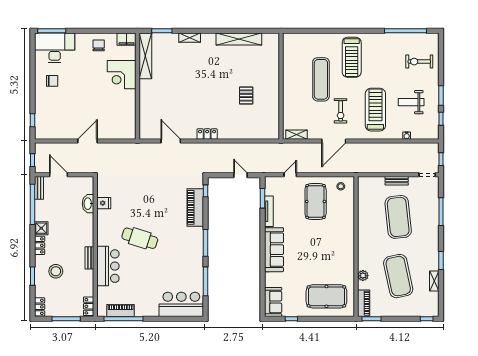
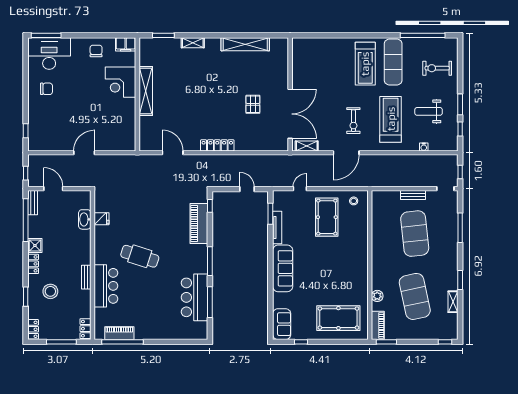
shelving: (145, 56) -> (146, 91), moved
exercise mat: (321, 79) -> (393, 62), moved
double door: (281, 104) -> (290, 114), added
locker: (207, 134) -> (217, 145), width x1.53
bar counter: (181, 304) -> (194, 297), moved, turned -90

